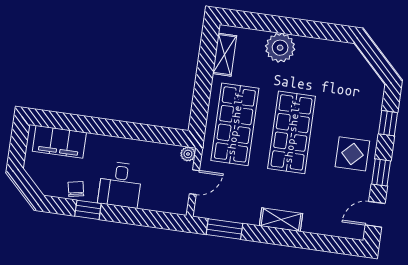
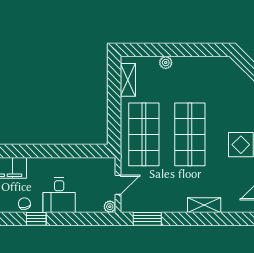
plant: (280, 48) -> (166, 63), width x0.53, depth x0.53
plant: (188, 154) -> (110, 207), moved
shelving: (281, 220) -> (204, 205), moved

